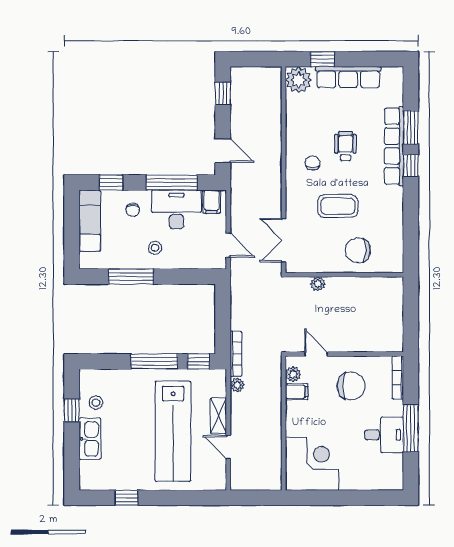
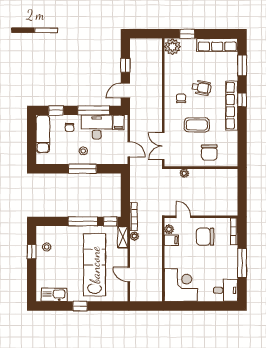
row of seats: (348, 77) -> (217, 45), moved
window: (223, 93) -> (125, 65), moved
window: (411, 128) -> (242, 65), moved
wheelchair: (345, 146) -> (202, 88), turned 100
row of seats: (394, 146) -> (232, 106), moved
door: (223, 151) -> (125, 91), swing flipped
chair: (358, 250) -> (209, 152), turned -90
window: (131, 277) -> (83, 169), moved
chair: (351, 386) -> (205, 237), turned 180
shelving: (218, 416) -> (123, 237), moved
lab bench: (173, 431) -> (95, 265), turned 180
desk: (384, 435) -> (226, 290), moved
kitchen sink: (90, 439) -> (54, 295), moved, turned -90
window: (127, 498) -> (80, 306), moved

